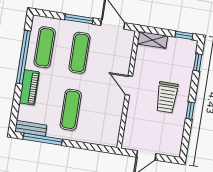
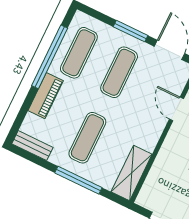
door: (129, 85) -> (177, 109), moved
shelving: (112, 126) -> (132, 173), added
window: (43, 139) -> (78, 180), moved

